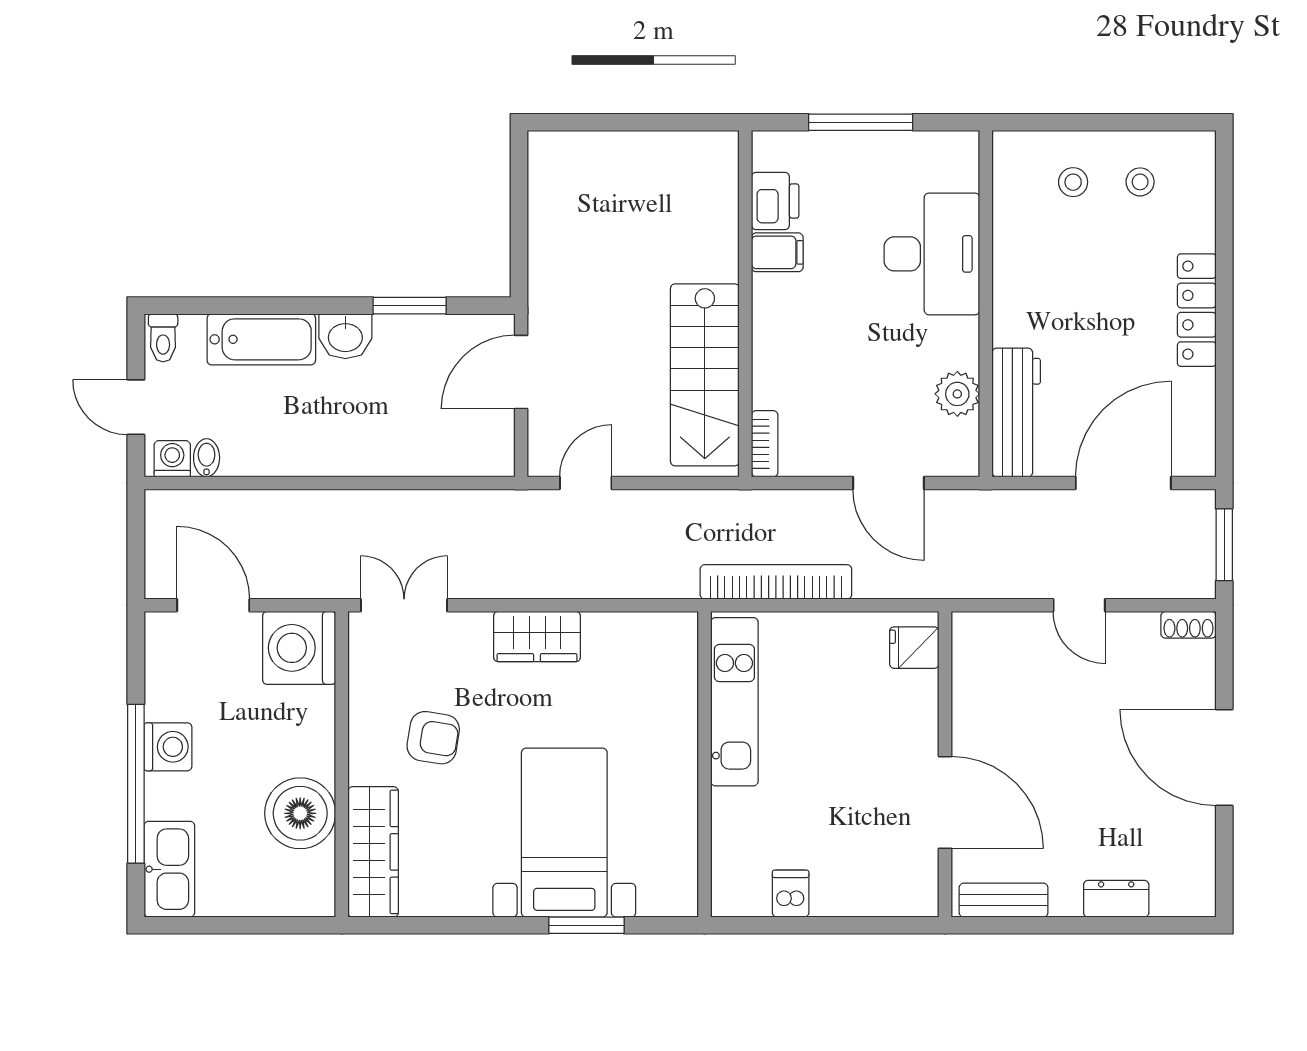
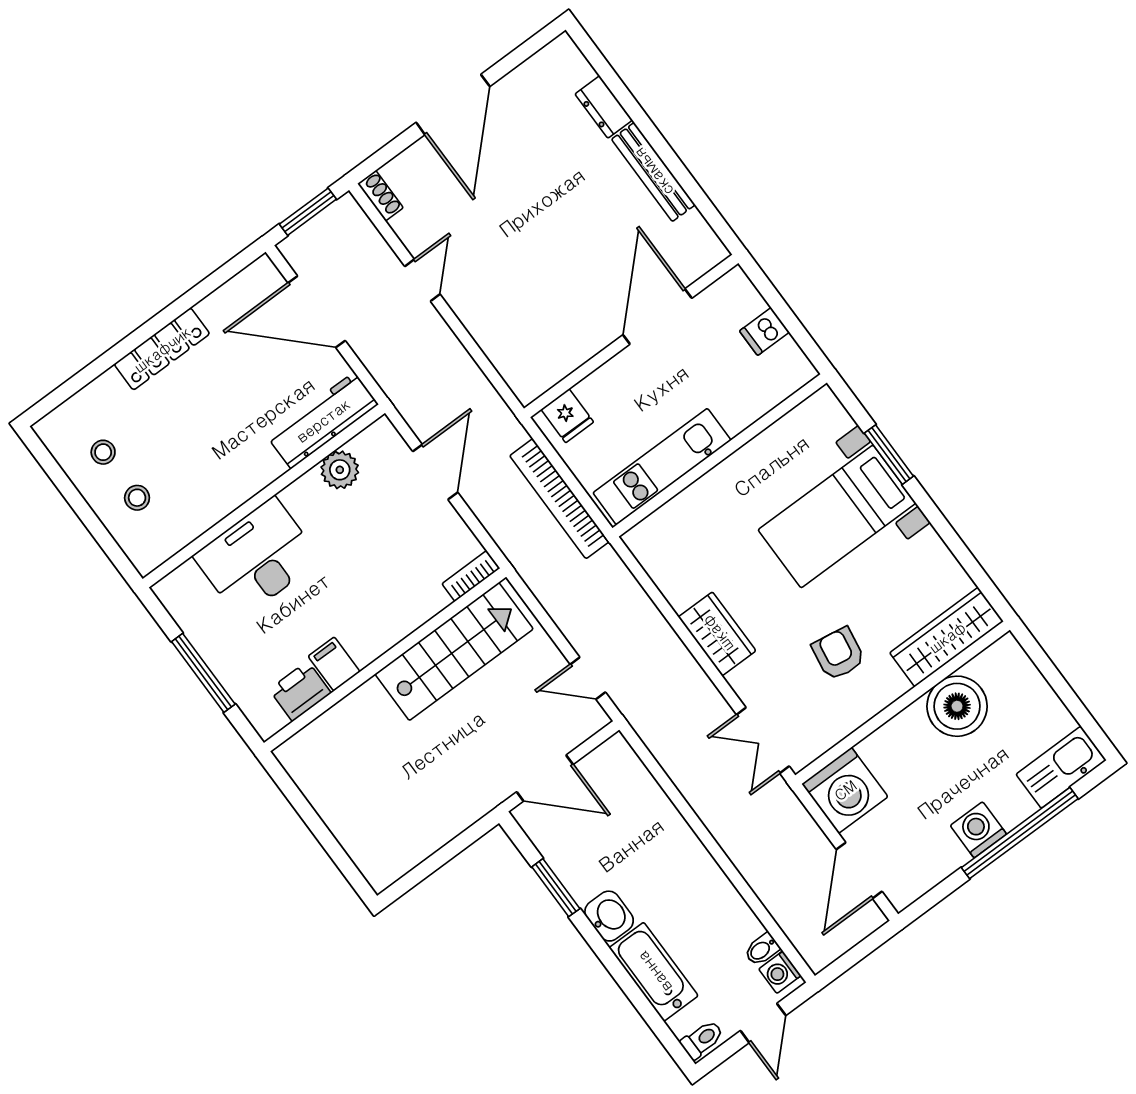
fridge: (914, 648) -> (567, 416), moved
wall: (945, 764) -> (631, 336), moved
door: (945, 802) -> (657, 317), moved
bench: (1004, 900) -> (653, 172), width x1.36

